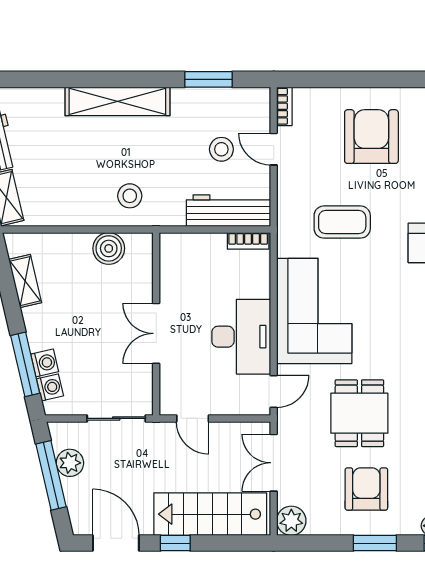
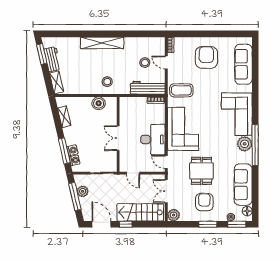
window: (208, 79) -> (140, 34), removed
coffee table: (342, 222) -> (181, 90), moved
door: (274, 391) -> (166, 162), swing flipped

